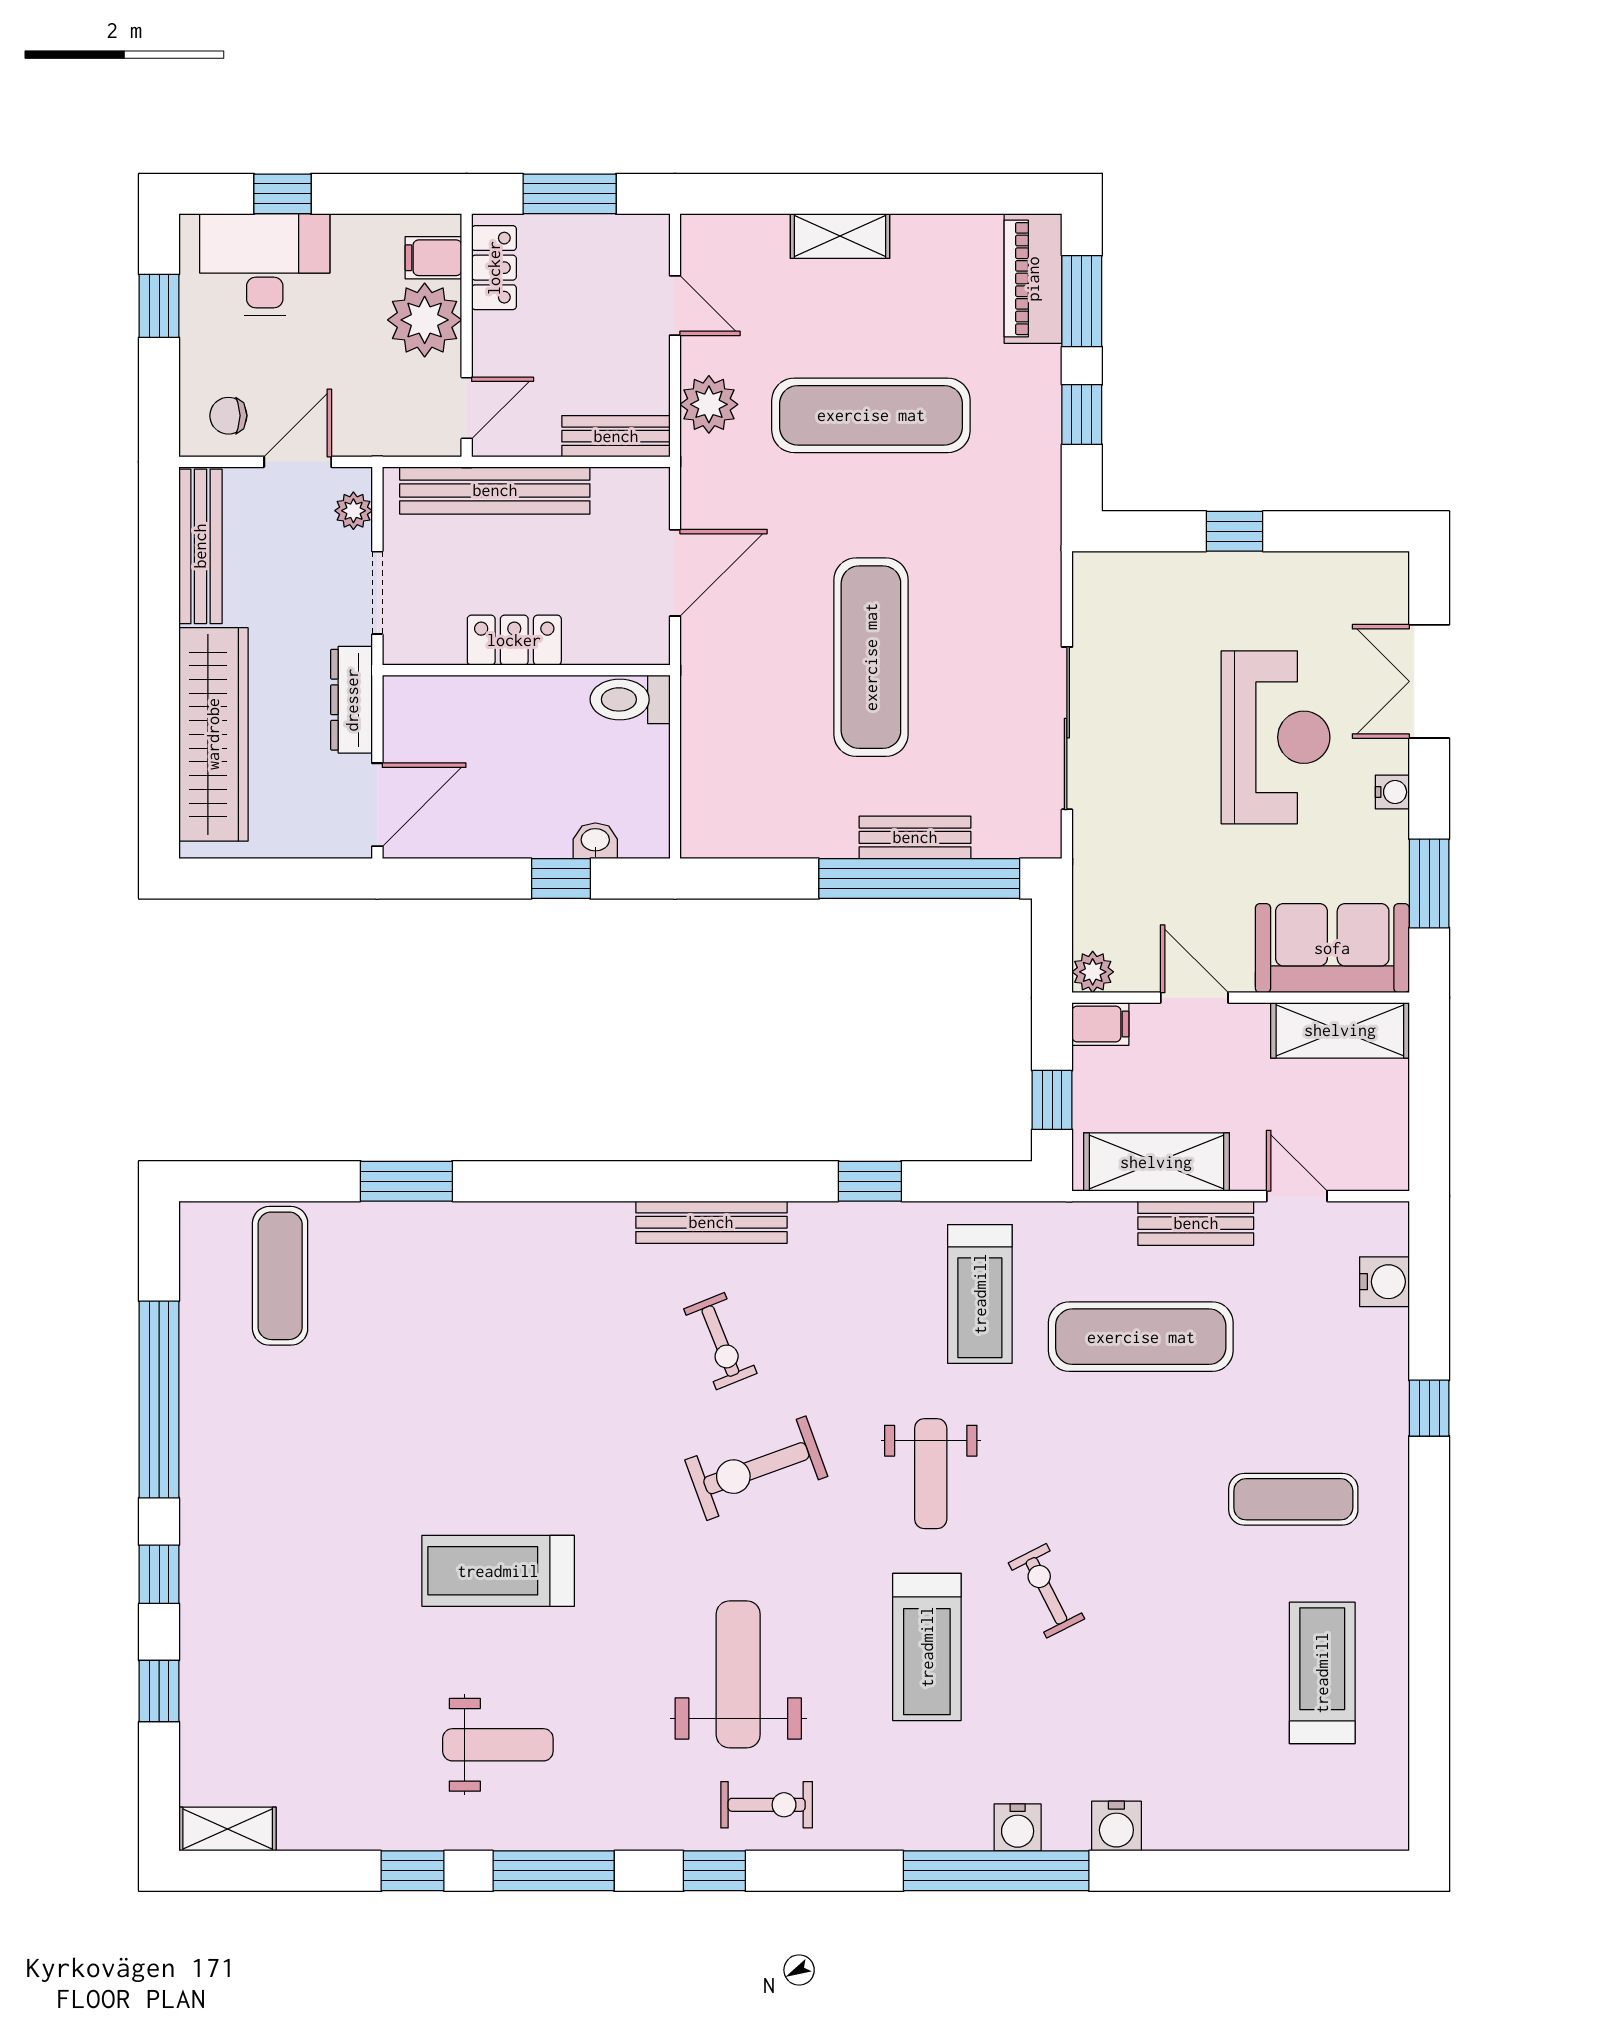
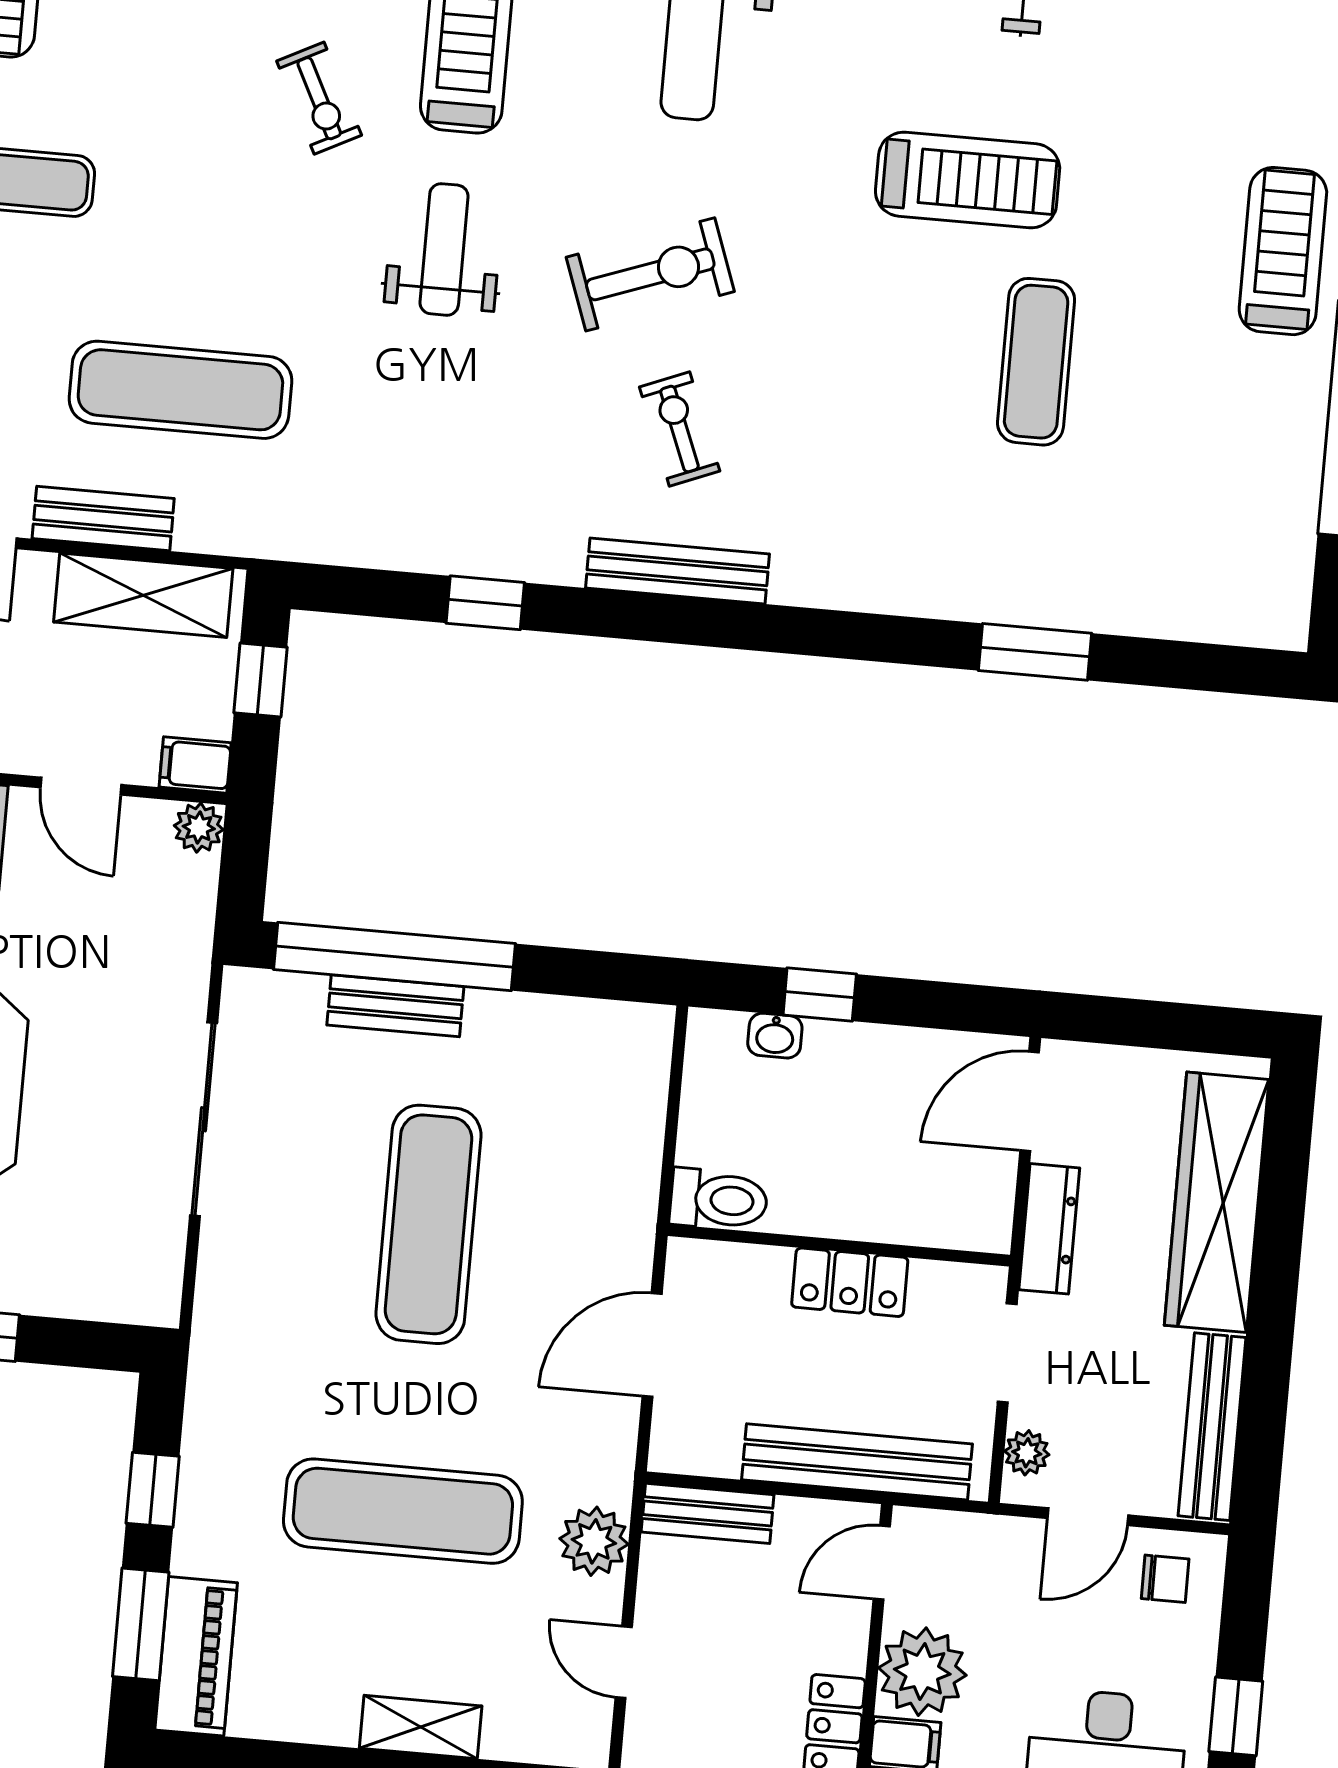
exercise mat: (280, 1276) -> (1036, 362), moved
treadmill: (980, 1294) -> (1283, 251), moved

